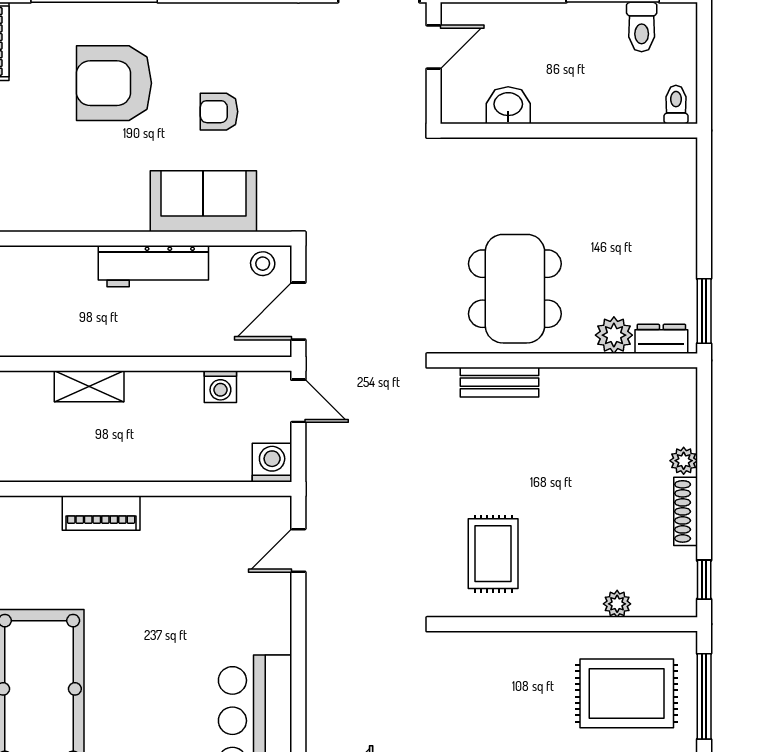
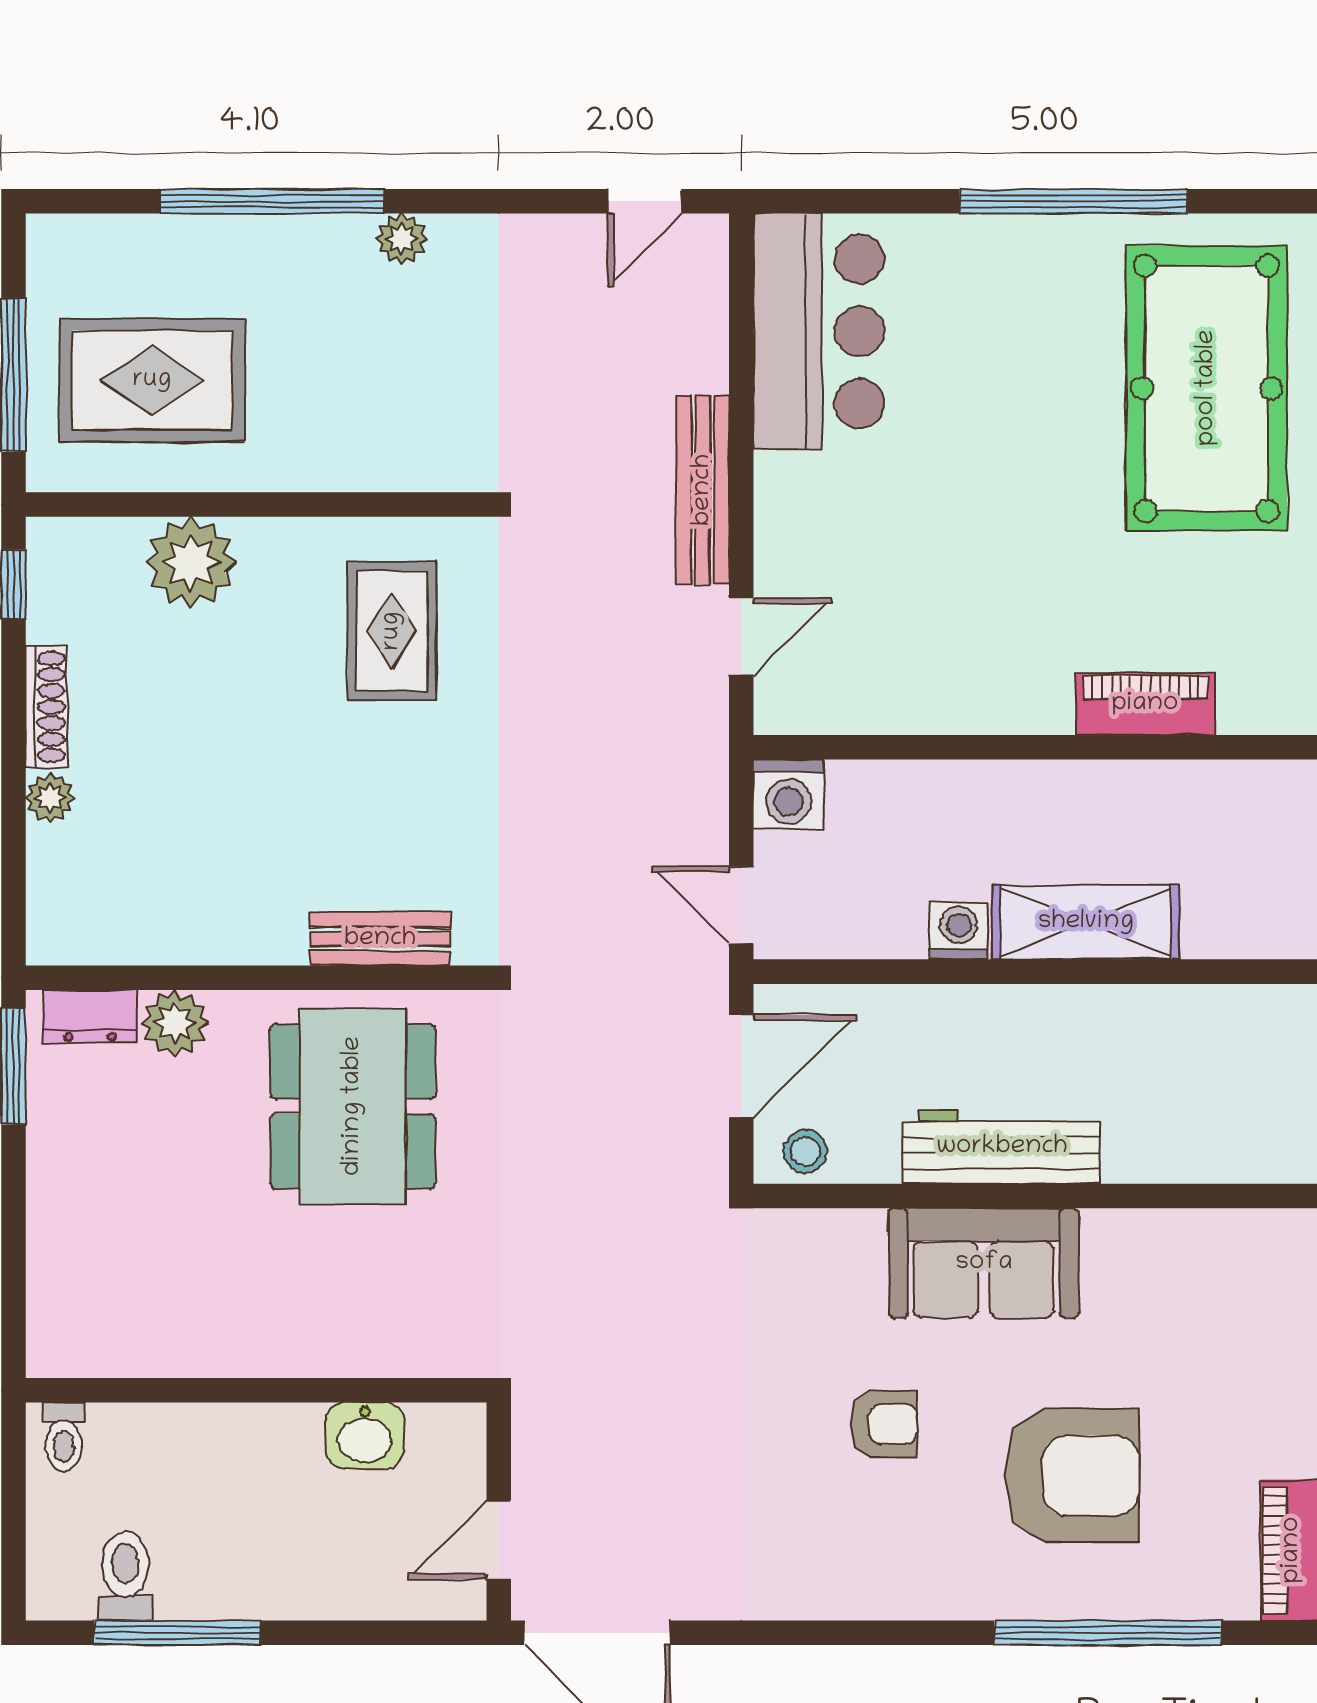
sofa: (203, 201) -> (984, 1263), moved
shelving: (89, 386) -> (1086, 922), width x1.50, depth x1.33
washing machine: (220, 387) -> (959, 931), moved
piano: (101, 513) -> (1145, 704), moved
plant: (617, 604) -> (191, 562), width x1.88, depth x1.88
bench: (320, 632) -> (703, 490), added

